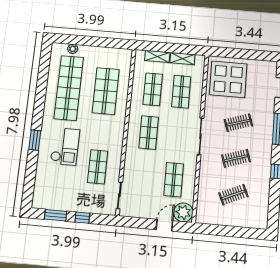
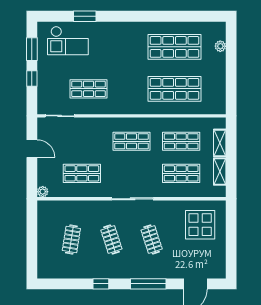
display table: (228, 79) -> (200, 225), width x0.73, depth x0.73
shop shelf: (69, 88) -> (175, 47), width x0.71
window: (35, 140) -> (85, 16), moved
checkout: (65, 146) -> (68, 41), moved
clothes rail: (233, 195) -> (71, 240), turned 33
plant: (183, 212) -> (43, 192), width x0.53, depth x0.53
door: (164, 225) -> (32, 149), moved

